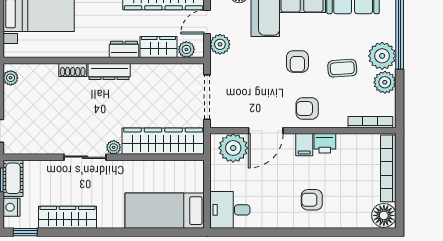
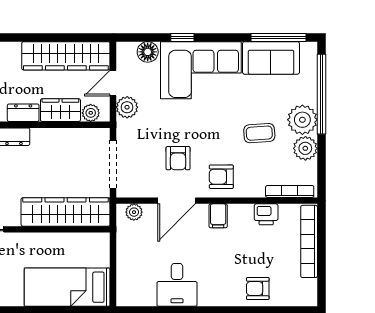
armchair: (297, 62) -> (178, 158), moved
printer: (325, 143) -> (266, 214), moved
plant: (114, 147) -> (12, 219), removed
plant: (233, 148) -> (134, 212), width x0.53, depth x0.53
armchair: (312, 200) -> (258, 289), moved
desk: (230, 210) -> (177, 285), moved, turned -90
floor lamp: (384, 215) -> (304, 292), removed

